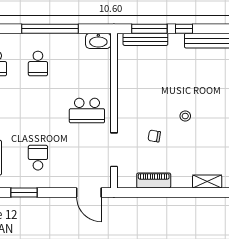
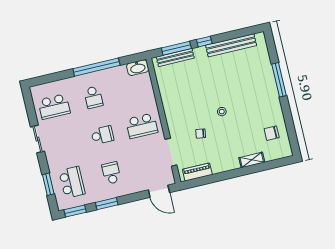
school desk: (38, 111) -> (102, 135), added
piano: (154, 180) -> (197, 172), moved

